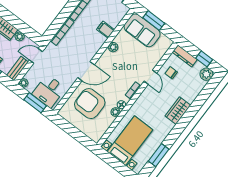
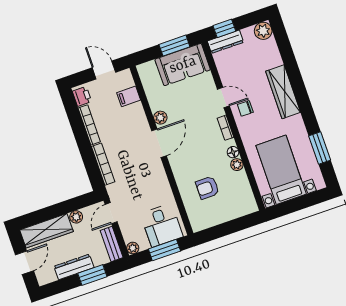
window: (154, 21) -> (174, 46), moved
filing cabinet: (106, 30) -> (129, 96), moved
sofa: (142, 30) -> (183, 65), moved
window: (204, 59) -> (224, 28), moved
door: (86, 71) -> (159, 143), moved
chair: (171, 73) -> (245, 108), moved
armchair: (90, 104) -> (207, 188), width x0.53, depth x0.53
wardrobe: (178, 111) -> (283, 92), width x1.50

